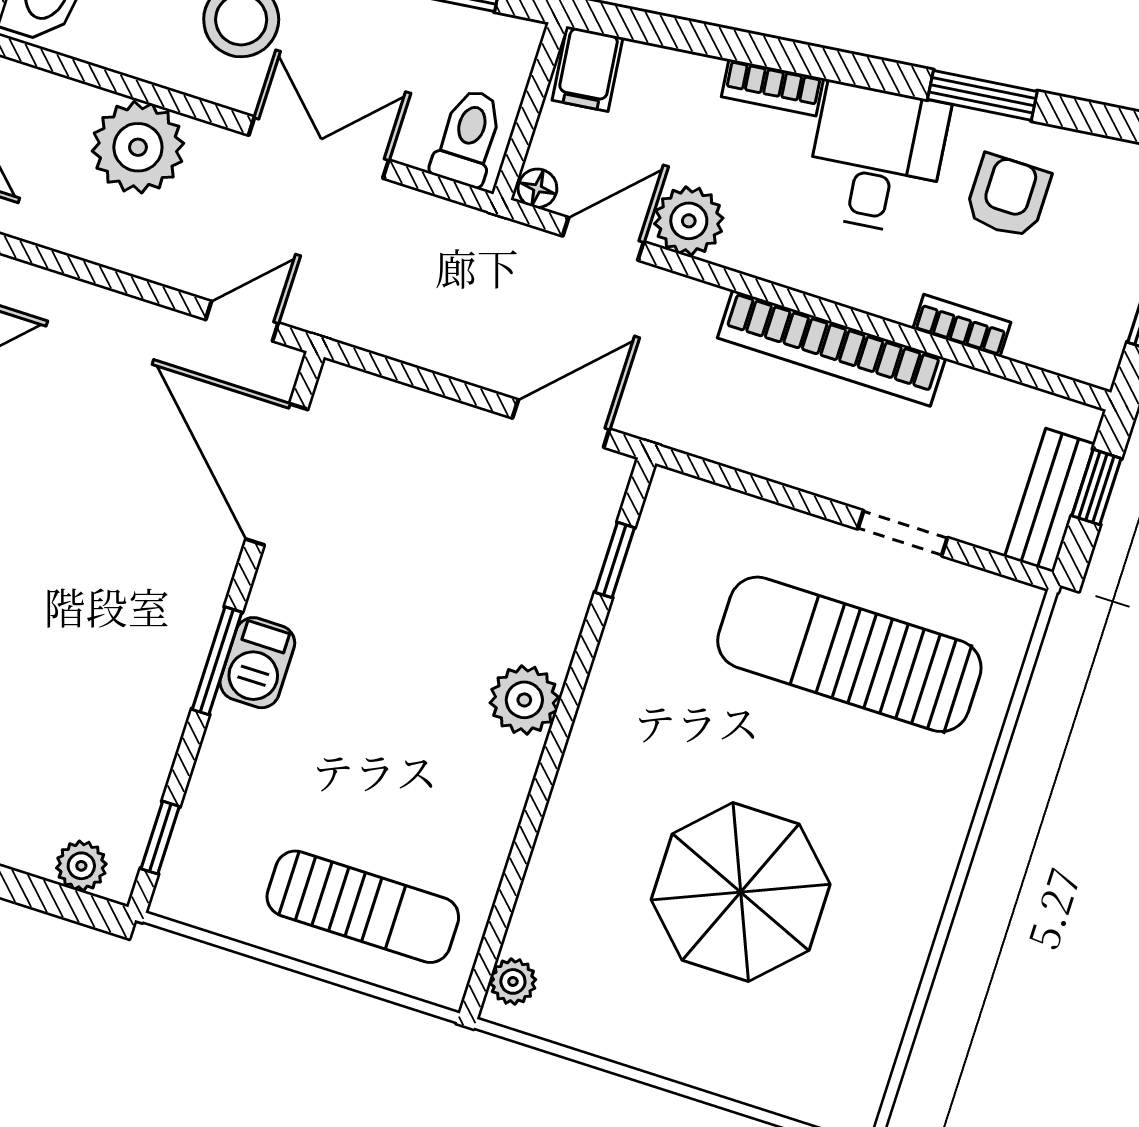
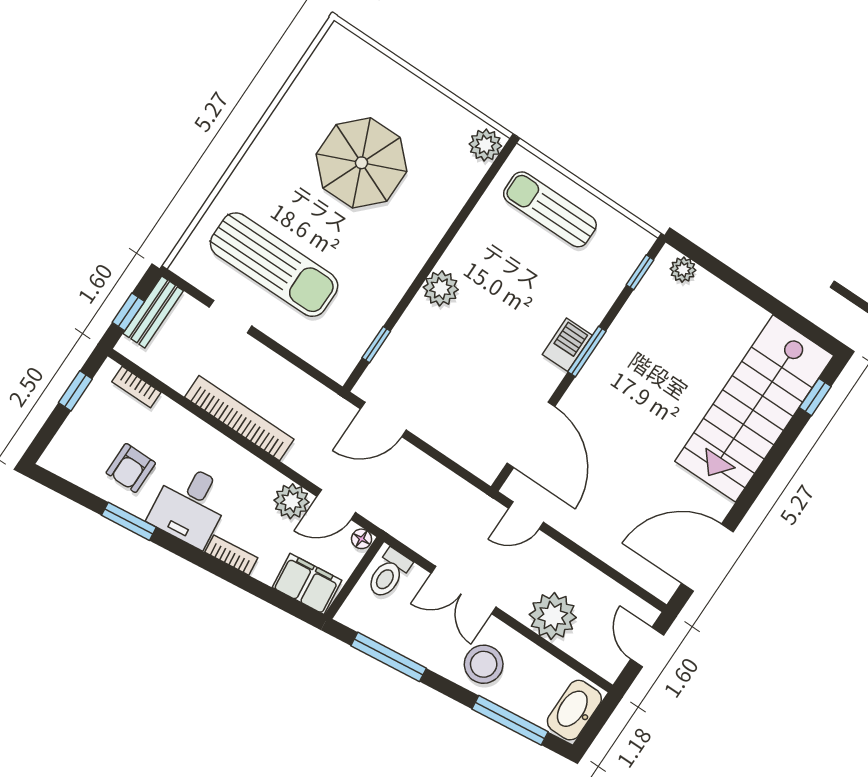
filing cabinet: (587, 69) -> (307, 584), width x2.00
bookcase: (962, 326) -> (136, 387), moved
plant: (513, 981) -> (485, 145), width x1.38, depth x1.38

